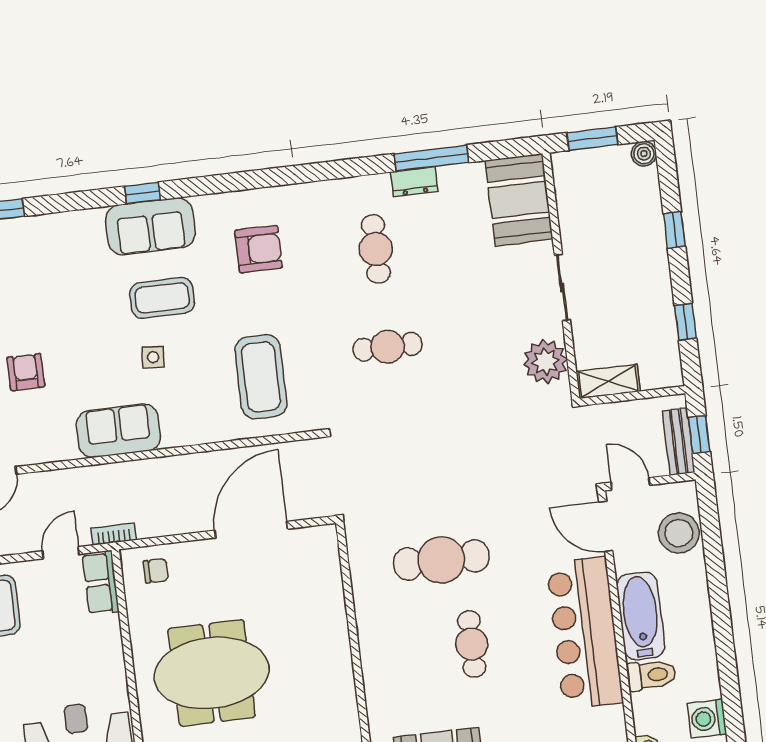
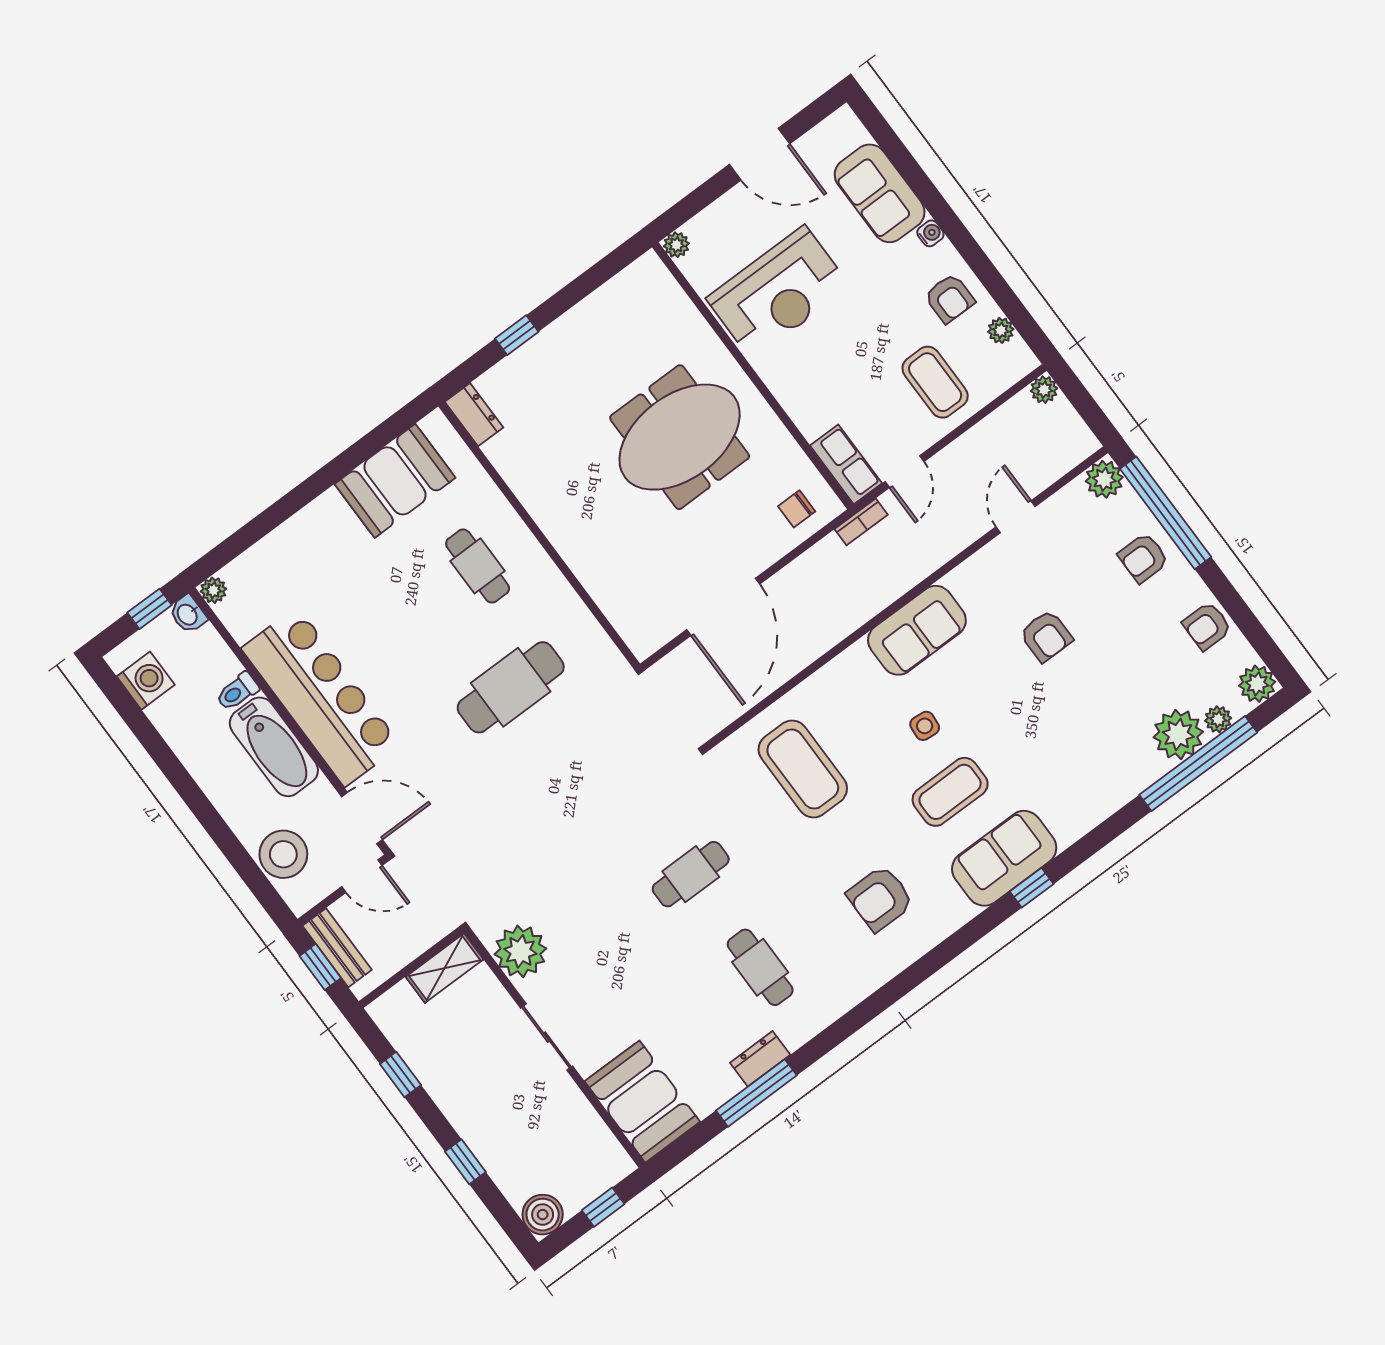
window: (592, 139) -> (603, 1207), width x0.67
boiler: (644, 154) -> (543, 1215), width x1.36, depth x1.36
cafe table: (472, 644) -> (478, 566), moved
toilet: (651, 675) -> (237, 692), width x0.73, depth x0.72

